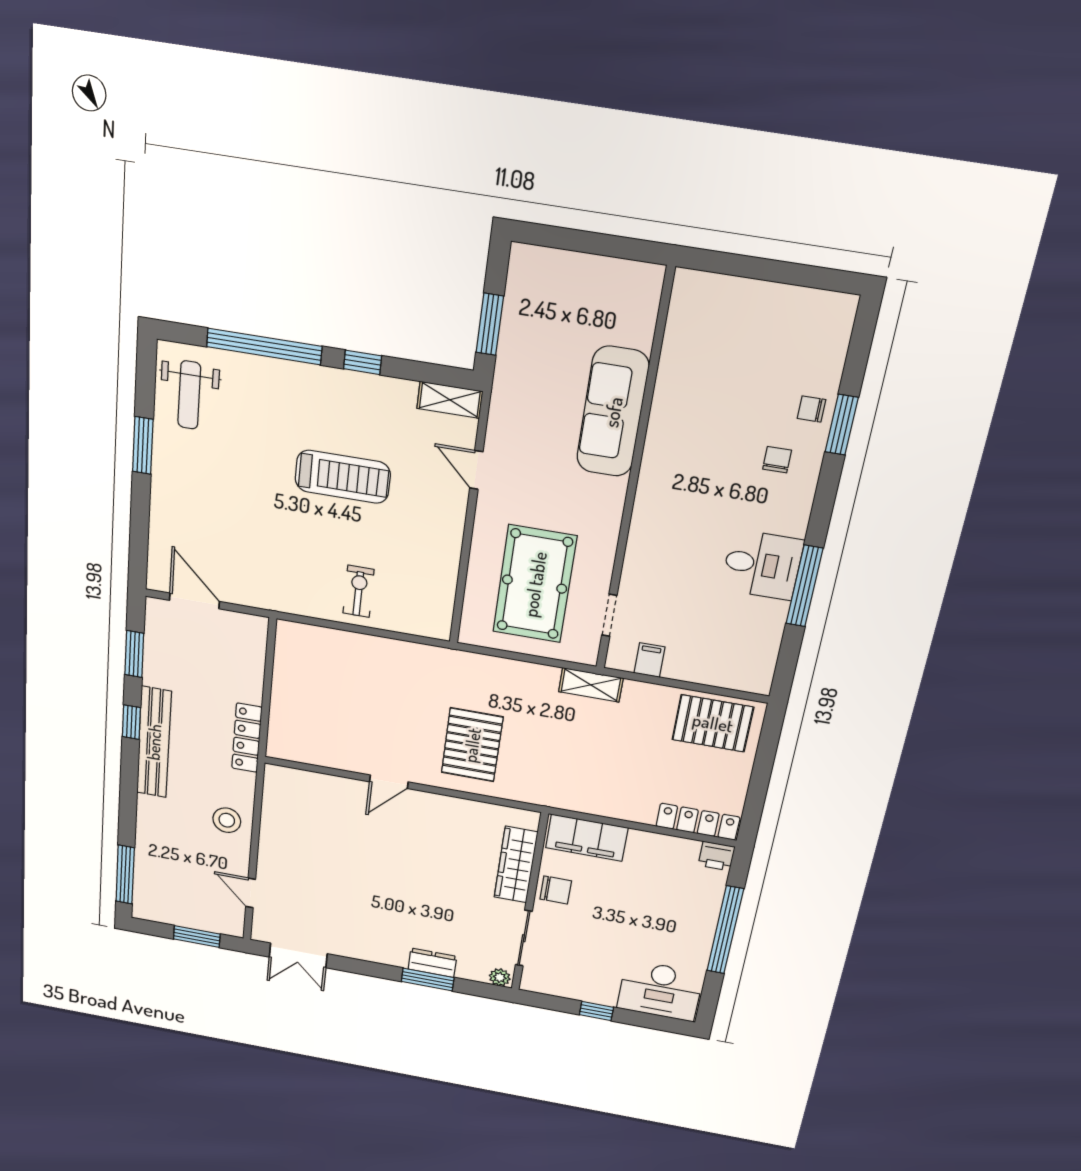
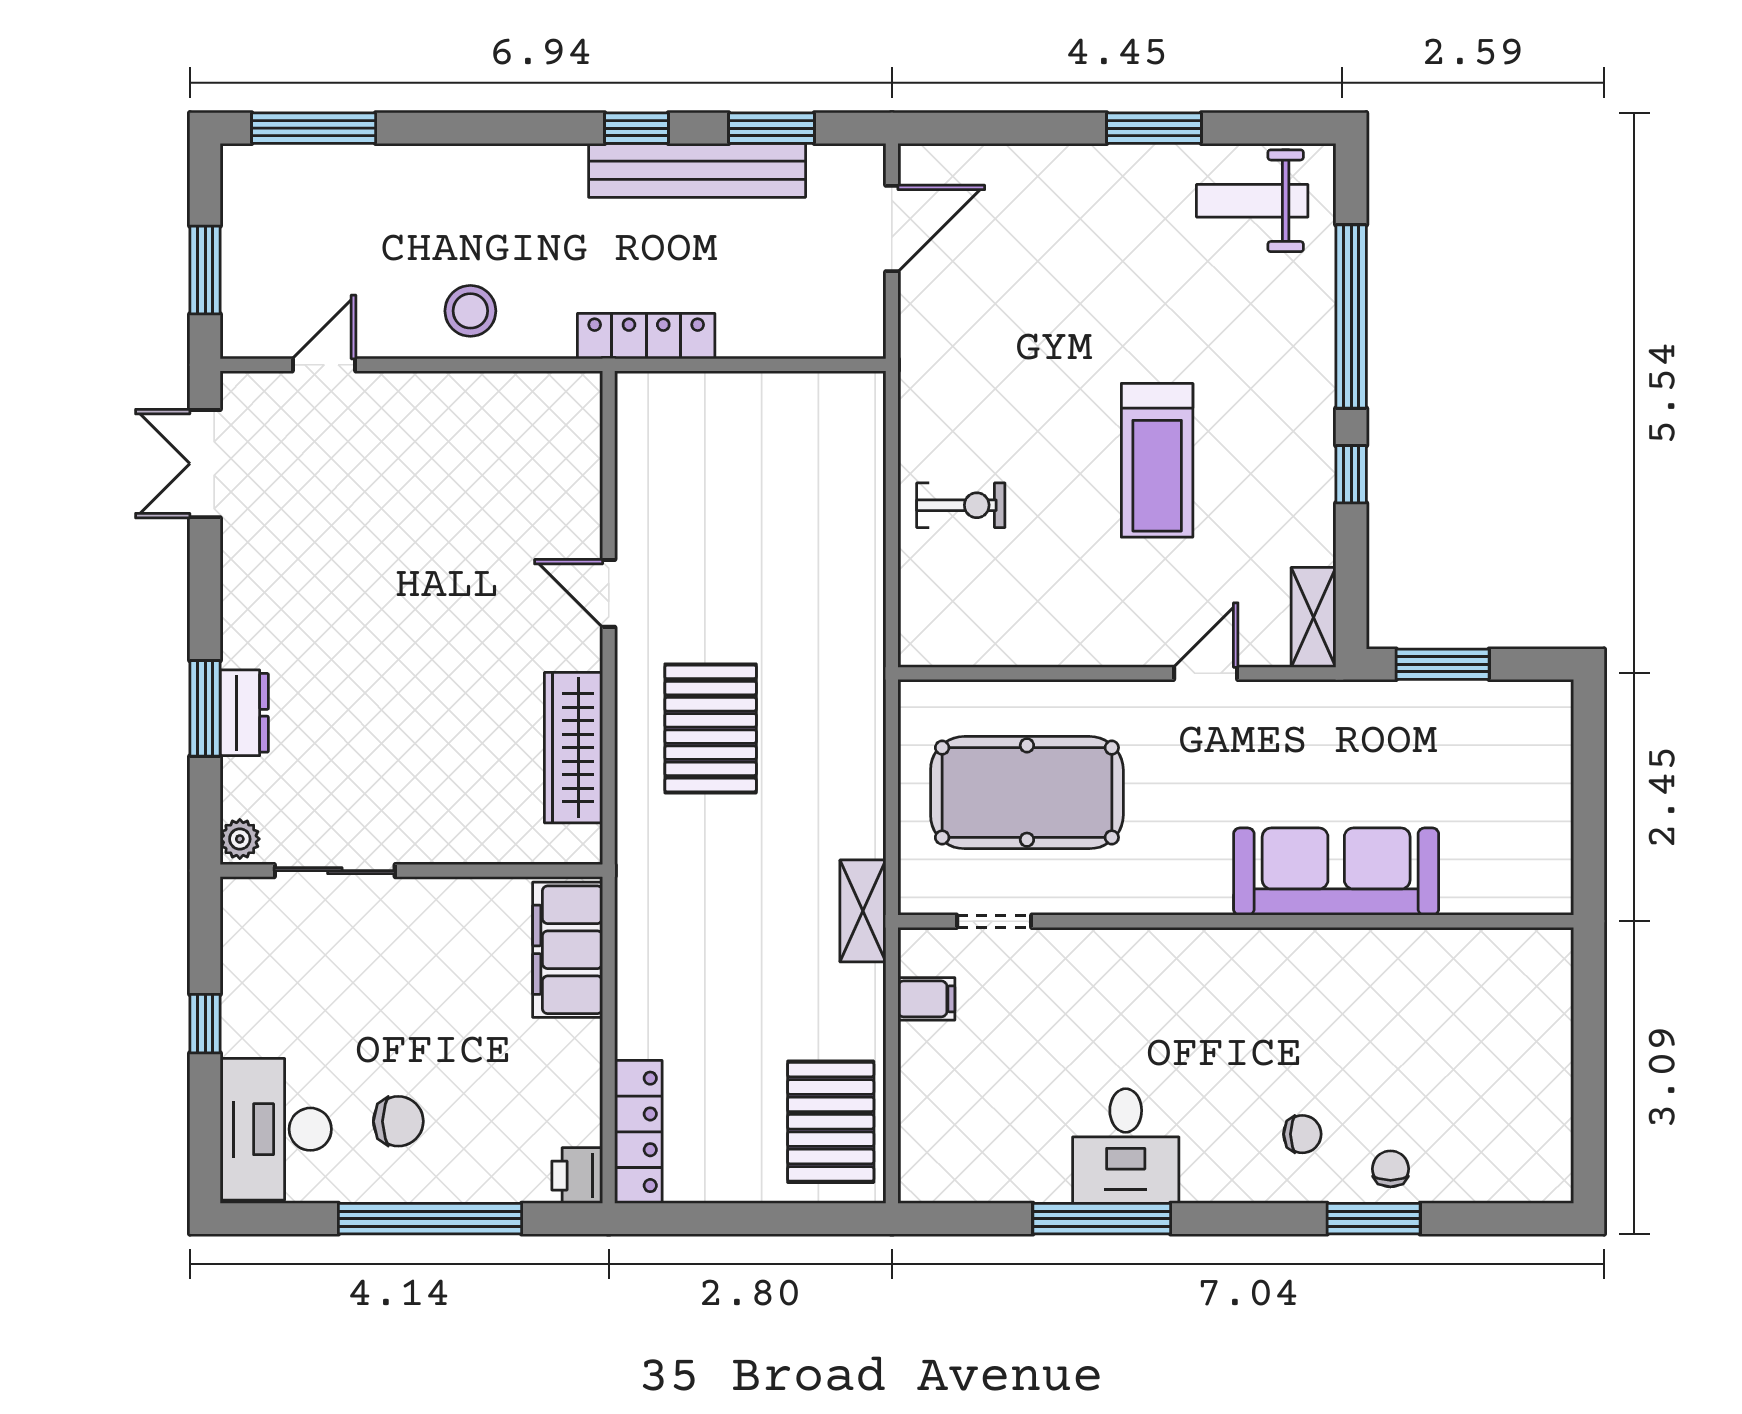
bench: (154, 742) -> (697, 170), moved
pallet: (472, 745) -> (711, 728), turned 90
wardrobe: (516, 865) -> (573, 748), moved, turned -90
chair: (556, 890) -> (398, 1121), moved, turned -90

